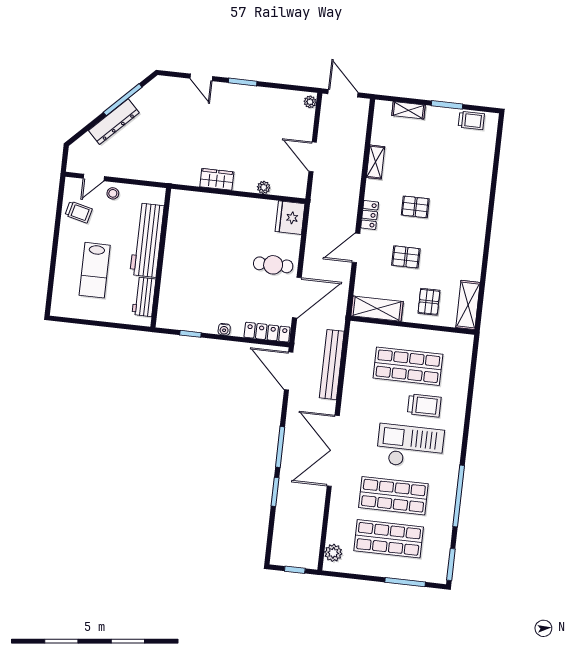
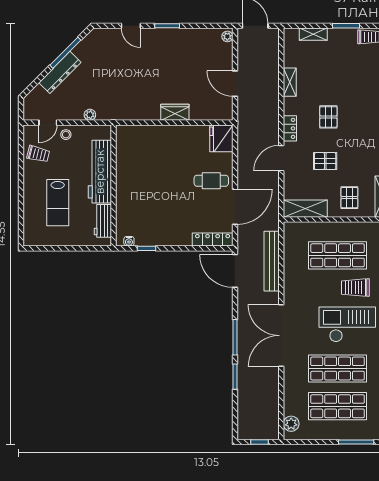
wardrobe: (217, 179) -> (175, 112), moved
plant: (264, 187) -> (90, 115), moved
pallet: (415, 207) -> (328, 117), turned 90
water cooler: (224, 329) -> (129, 241), moved
trolley: (424, 405) -> (355, 288), turned 180

